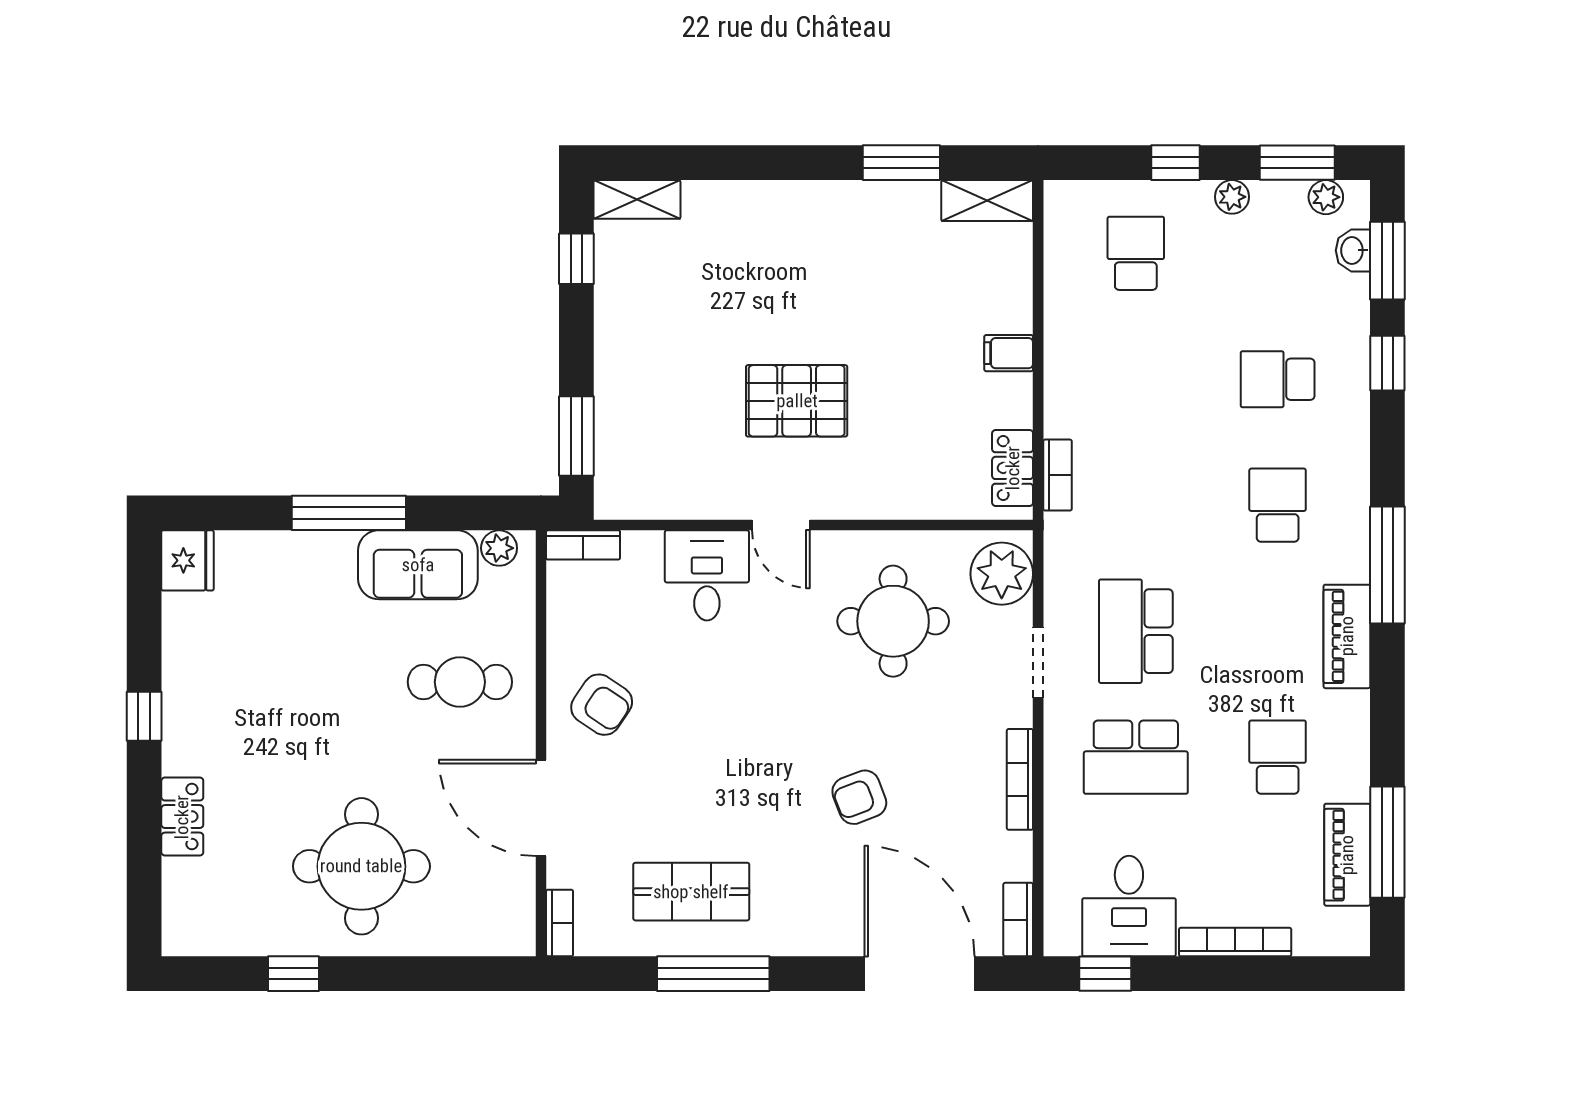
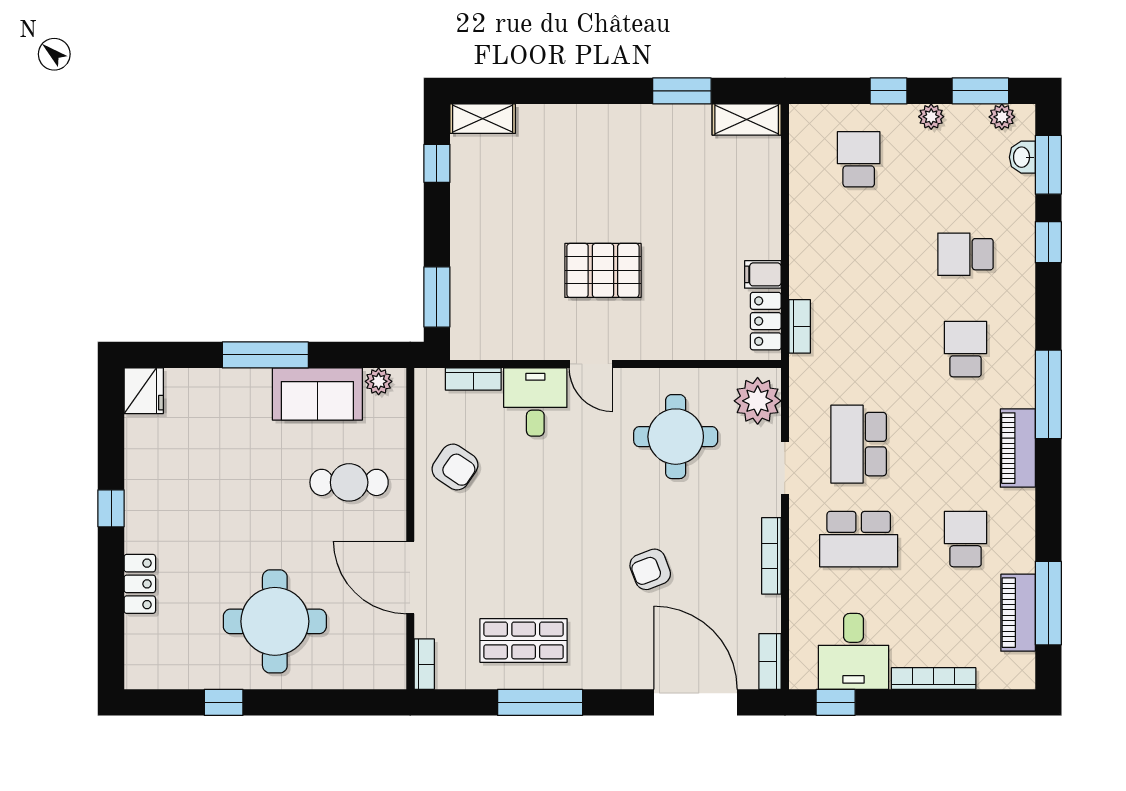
filing cabinet: (1009, 353) -> (763, 274), moved
bookcase: (583, 545) -> (473, 379), moved
armchair: (602, 705) -> (455, 467), moved

